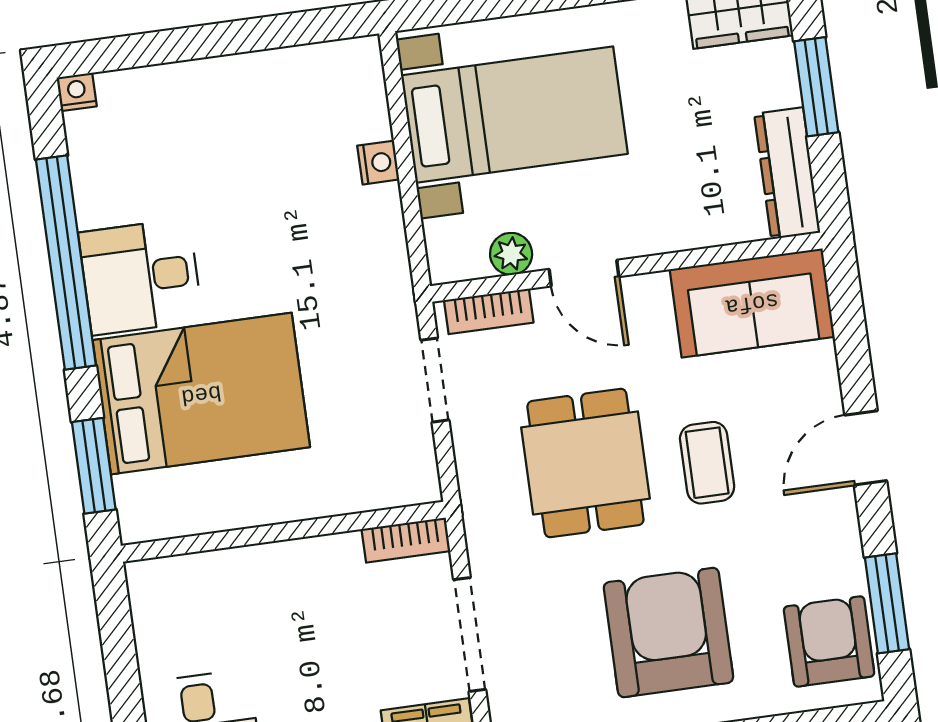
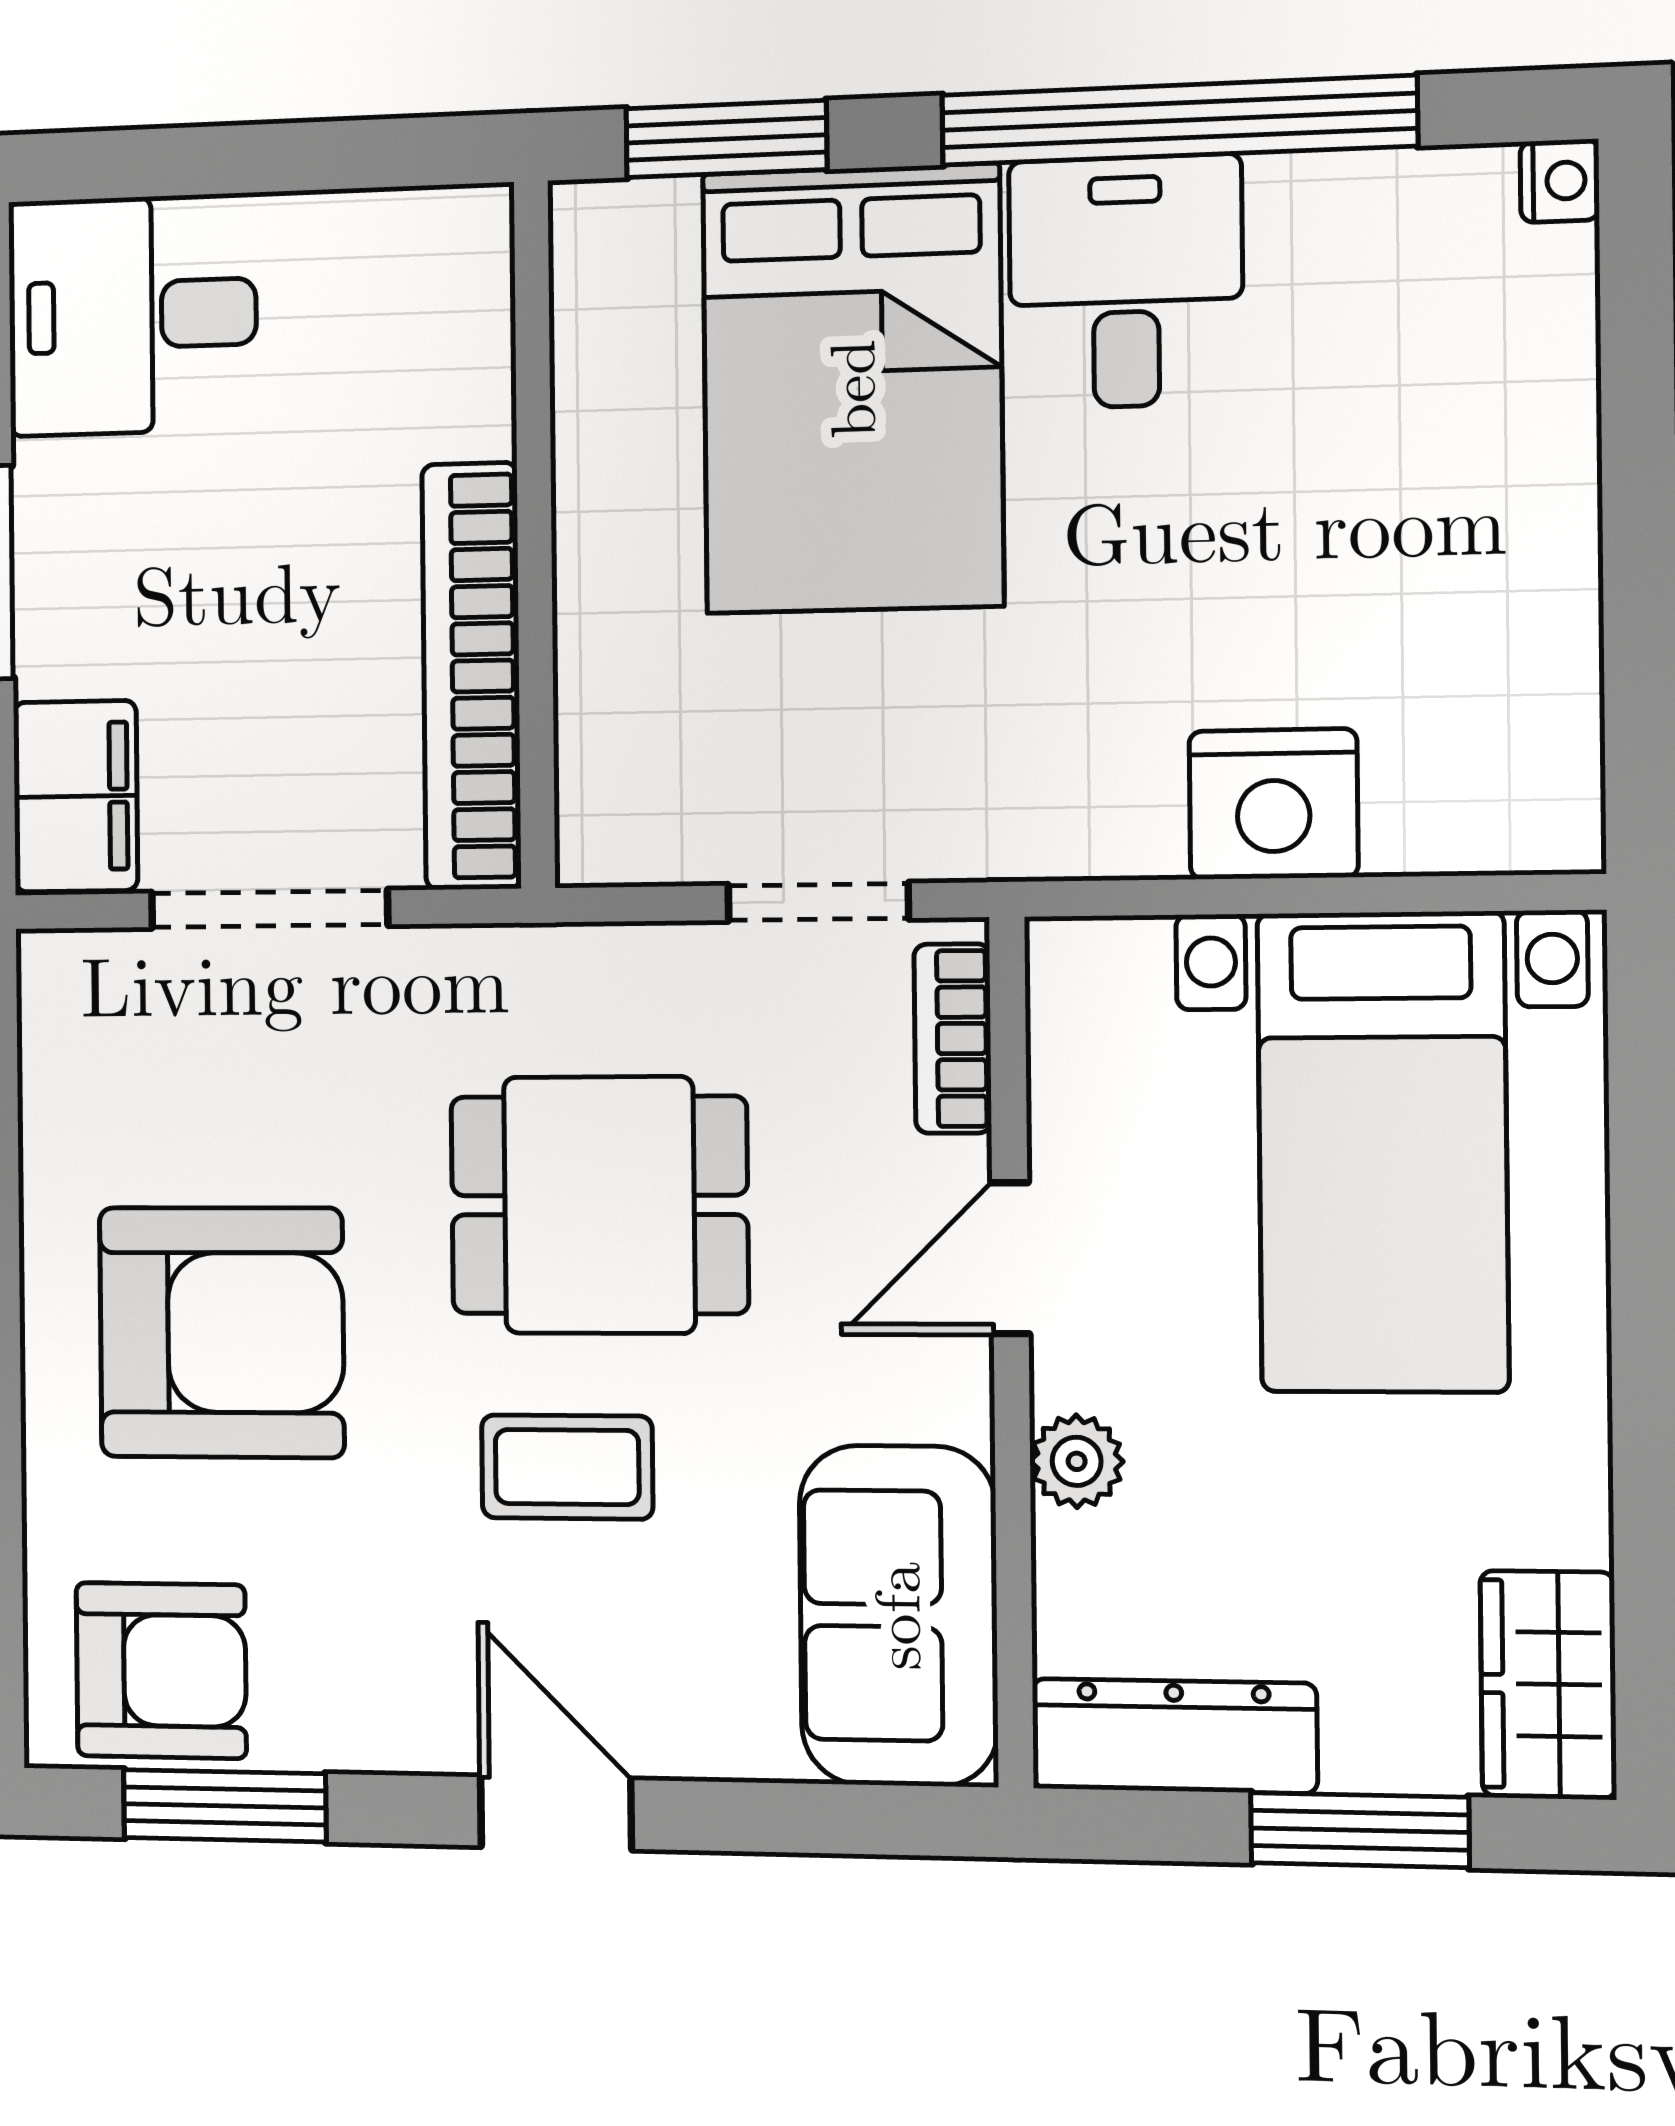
nightstand: (378, 163) -> (1274, 804), width x1.89, depth x1.79
plant: (511, 254) -> (1077, 1461), moved
bookcase: (406, 540) -> (472, 676), width x2.31, depth x1.31

